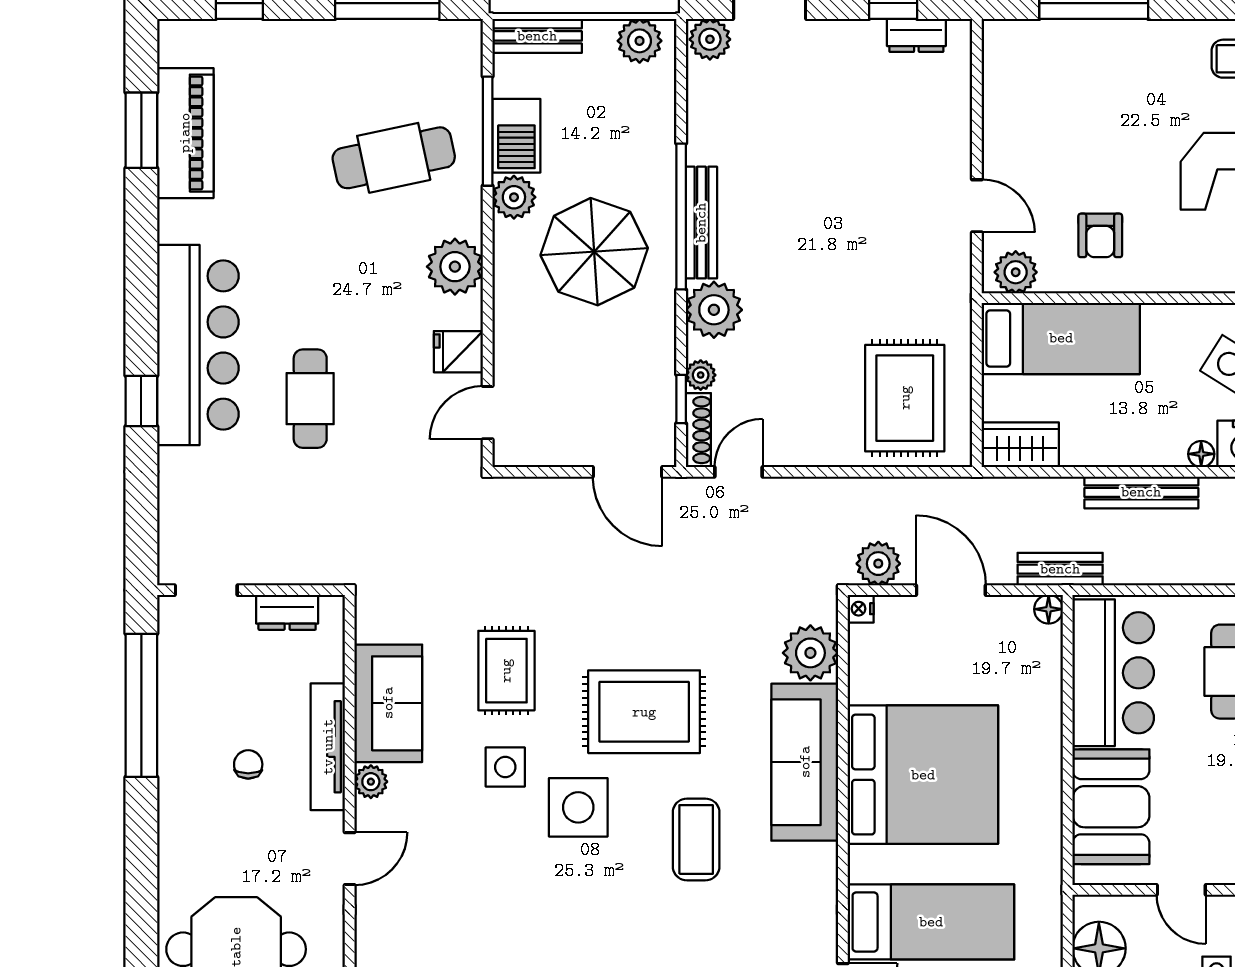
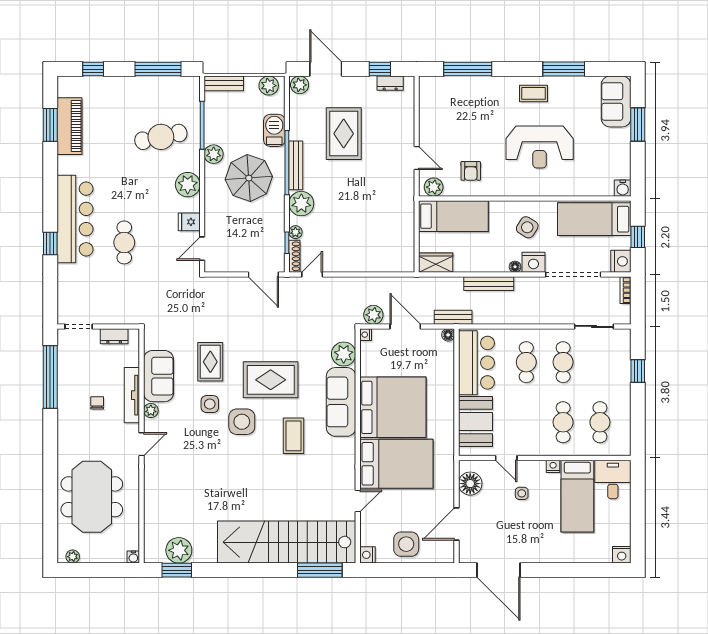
barbecue: (516, 136) -> (274, 130), moved, turned 180
rug: (905, 398) -> (344, 134), moved
bed: (931, 922) -> (396, 464), width x1.50

